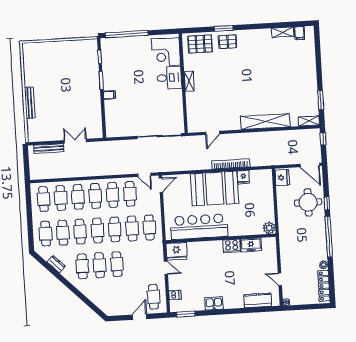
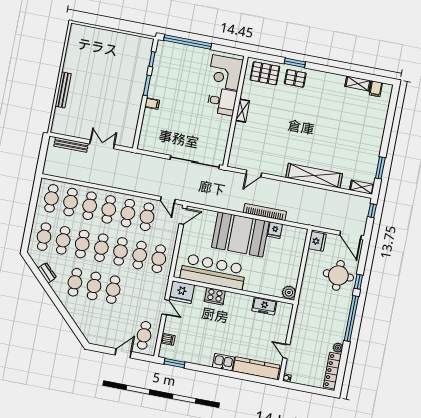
cooker: (232, 246) -> (215, 296), moved
kitchen counter: (258, 300) -> (256, 368), width x1.50
kitchen sink: (214, 303) -> (223, 362), moved

